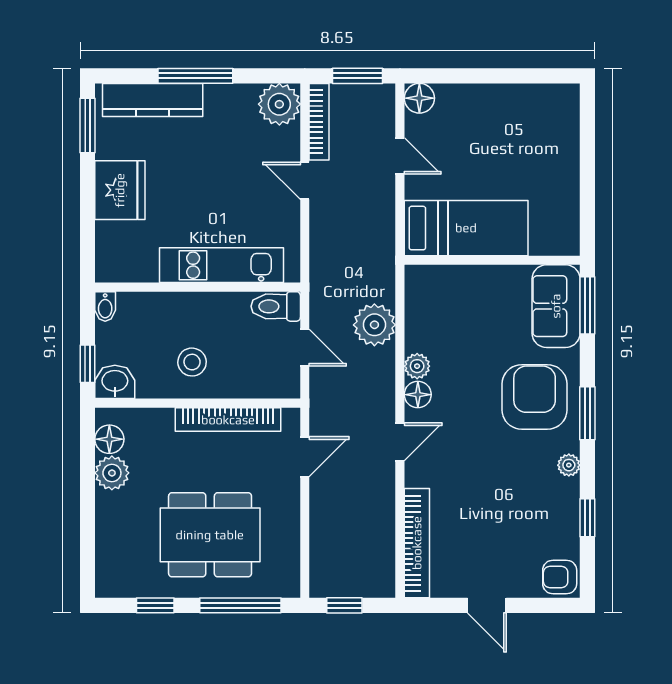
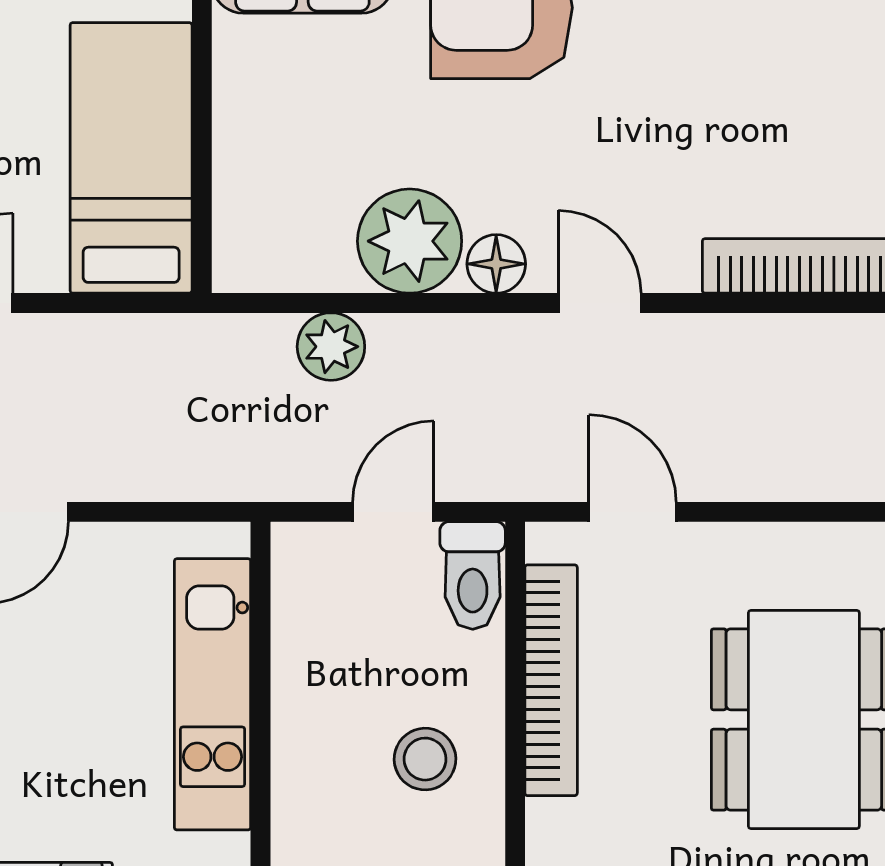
toilet: (276, 306) -> (473, 575), moved
plant: (374, 325) -> (331, 347), width x0.73, depth x0.73
plant: (417, 366) -> (410, 241), width x1.88, depth x1.88

